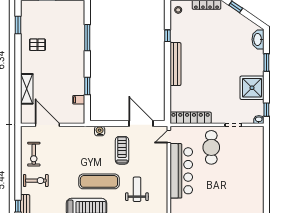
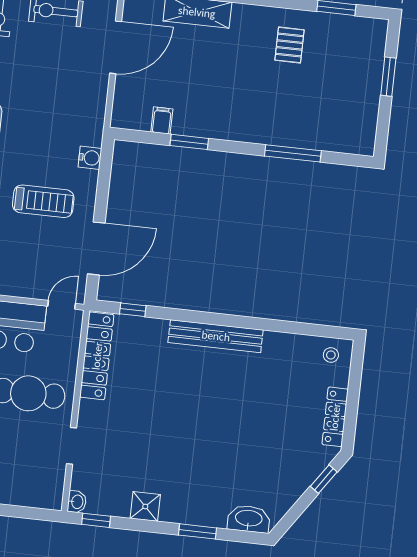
window: (167, 36) -> (133, 310), moved
shower: (252, 88) -> (145, 506), width x0.54, depth x0.54
door: (169, 137) -> (62, 305), hinge flipped

